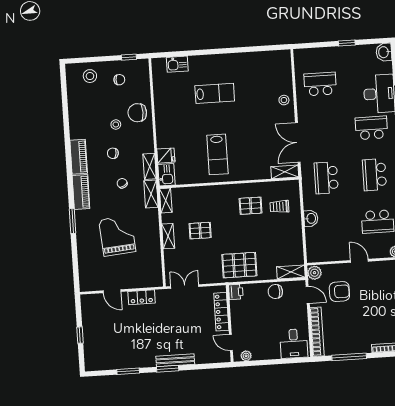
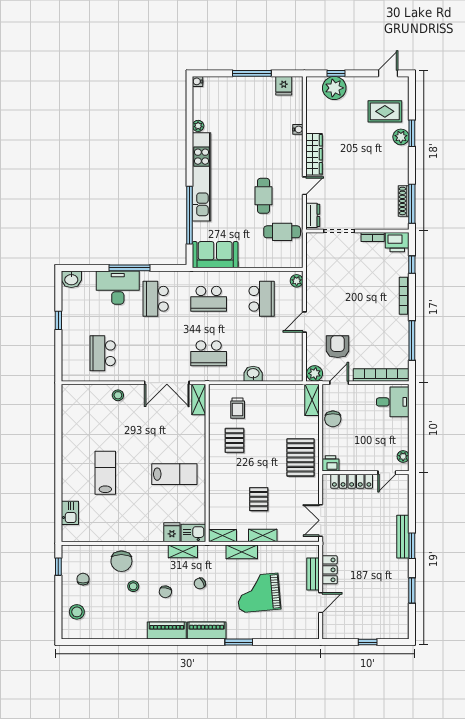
shelving: (151, 194) -> (242, 552), moved
bench: (137, 283) -> (313, 574), added

